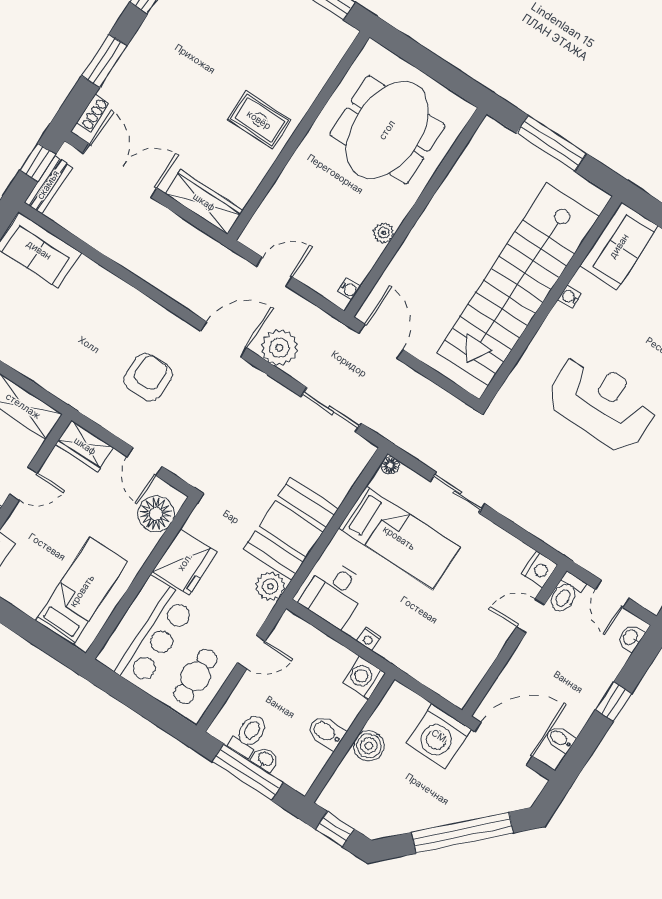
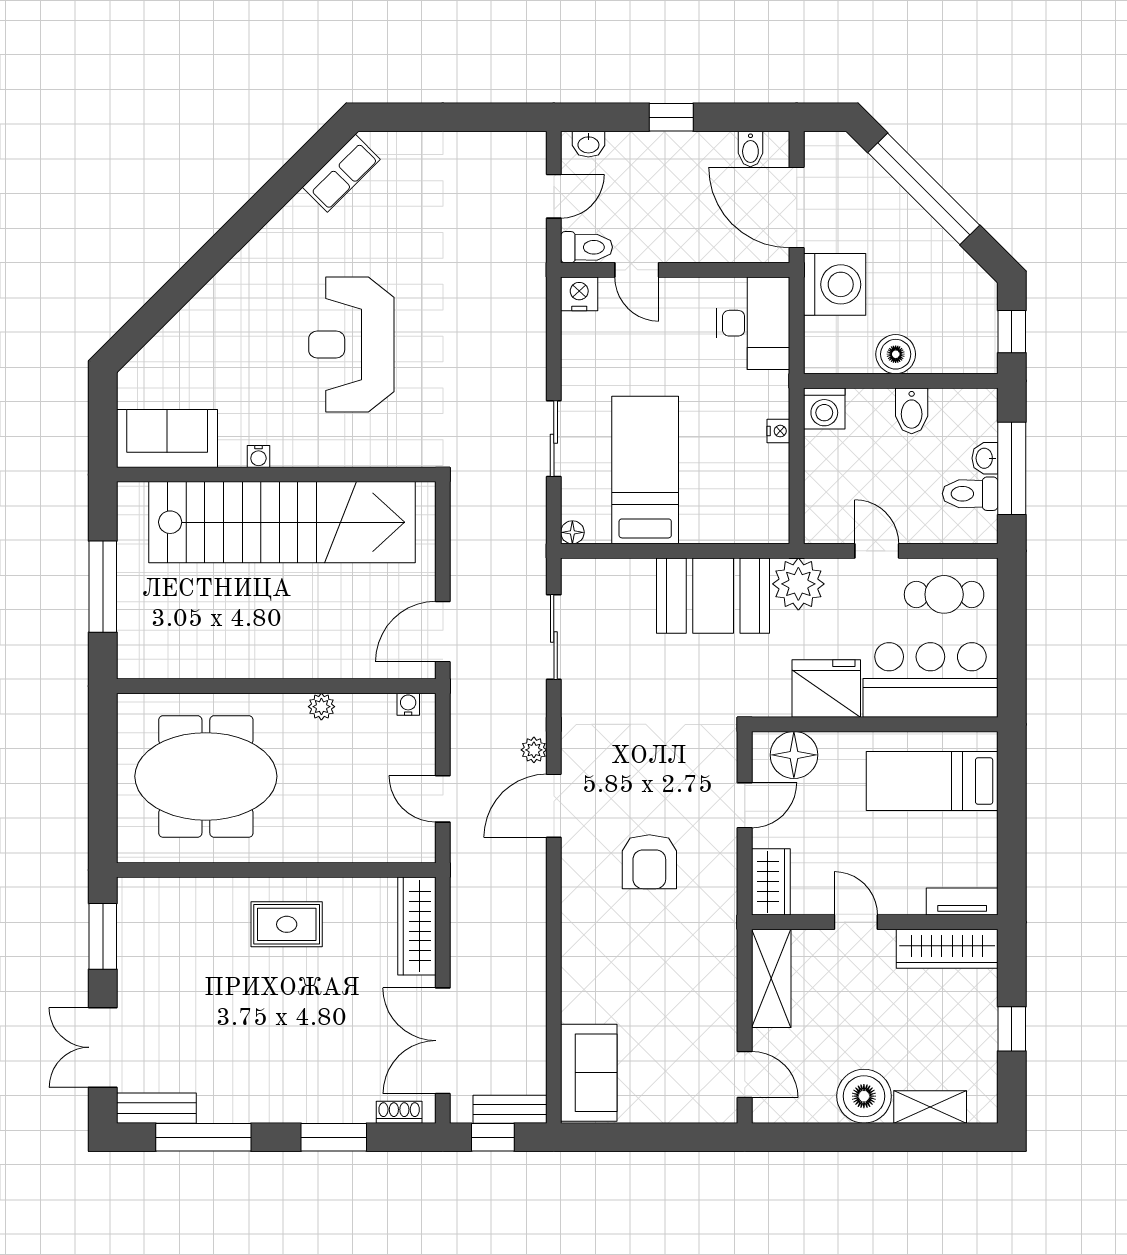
rug: (259, 120) -> (287, 924), turned 90
door: (224, 339) -> (554, 806), hinge flipped
plant: (279, 348) -> (534, 750), width x0.53, depth x0.53
armchair: (148, 377) -> (649, 862), turned -90
plant: (270, 586) -> (798, 584), width x1.36, depth x1.36
desk: (334, 593) -> (753, 323), moved, width x1.37

